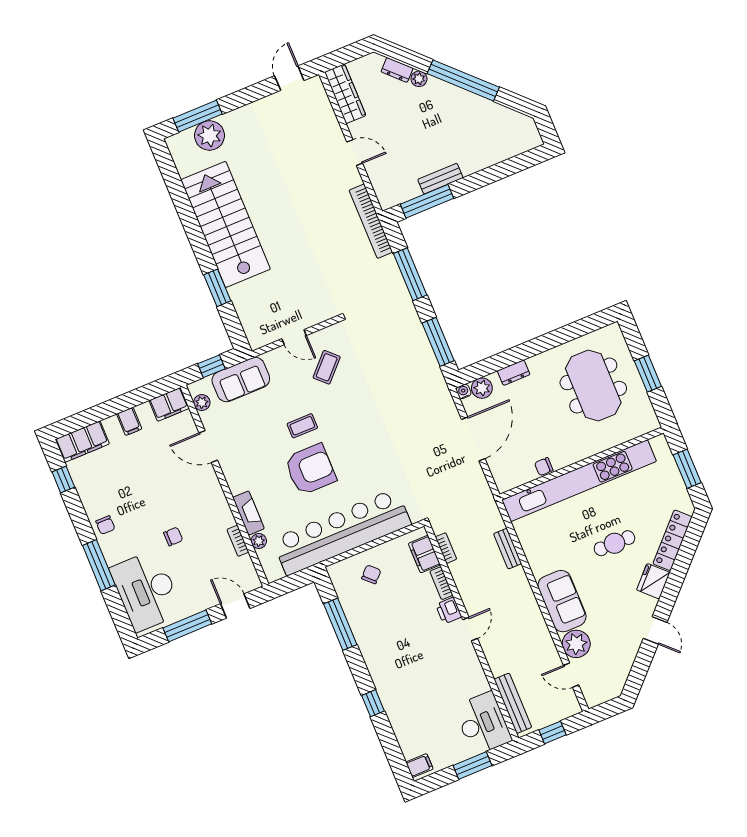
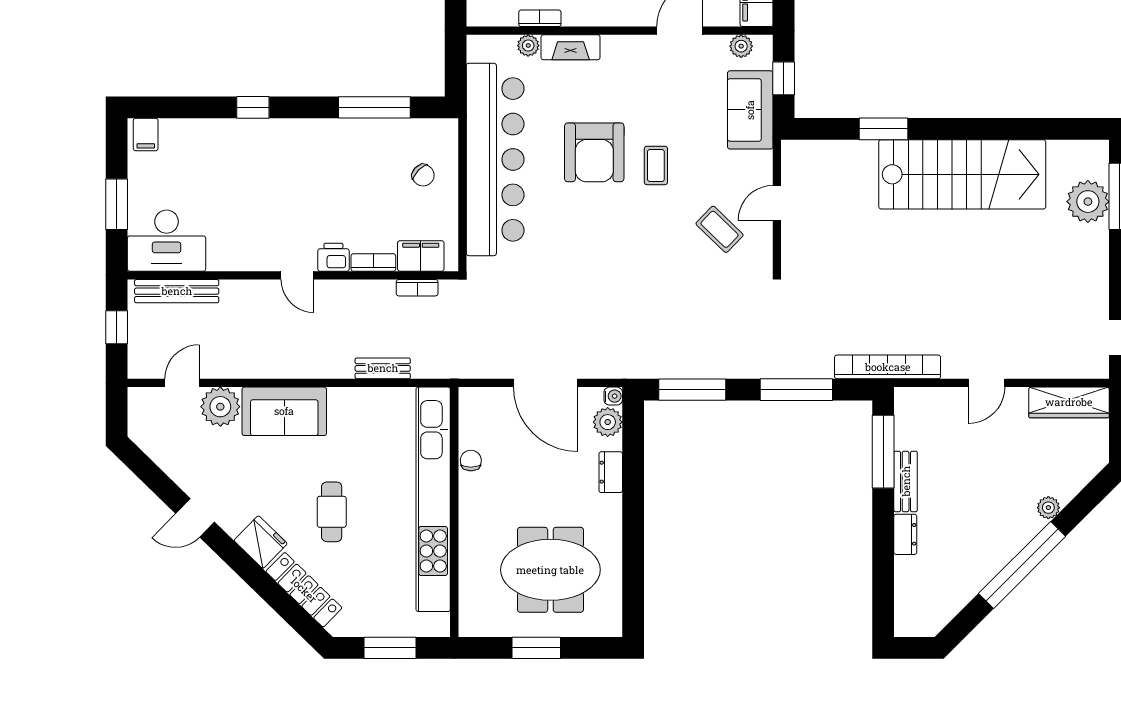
dresser: (397, 70) -> (905, 534), moved, turned 135

